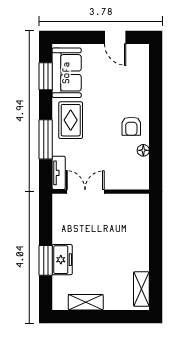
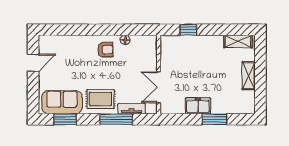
tv unit: (59, 173) -> (132, 109), moved
window: (156, 228) -> (188, 30), added
freezer: (62, 260) -> (198, 106), moved
shelving: (86, 302) -> (249, 76), moved

